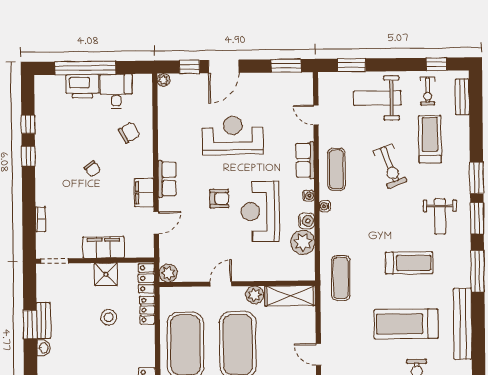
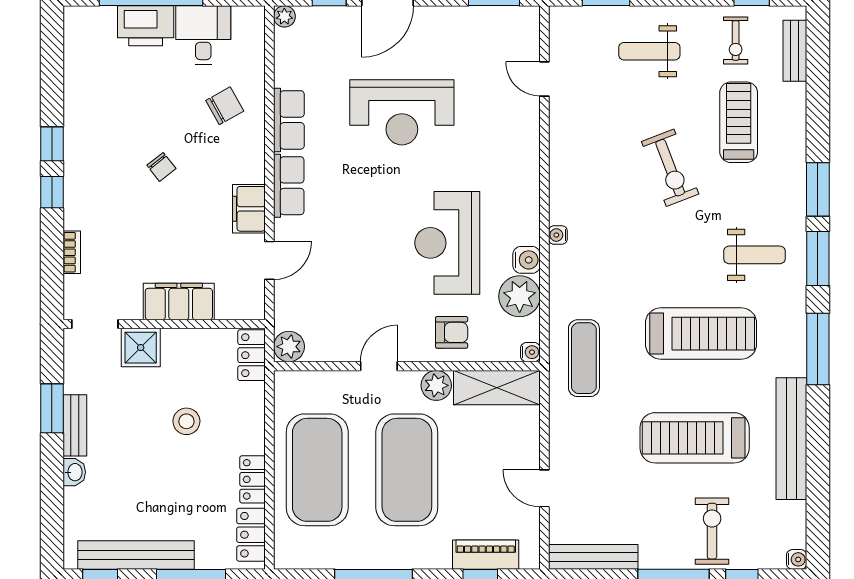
weight bench: (377, 98) -> (649, 51), width x0.73, depth x0.75
window: (28, 124) -> (52, 192), moved
reception desk: (233, 135) -> (402, 112), turned 180
row of seats: (305, 160) -> (289, 120), moved, turned 180
exercise mat: (336, 169) -> (578, 172), removed
water cooler: (309, 196) -> (530, 352), moved
armchair: (219, 199) -> (452, 332), moved
weight bench: (440, 217) -> (754, 255), turned -90
treadmill: (409, 263) -> (701, 334), width x1.37, depth x1.38
shower: (106, 274) -> (141, 348), moved
locker: (147, 310) -> (253, 479), moved
window: (30, 325) -> (52, 408), moved

